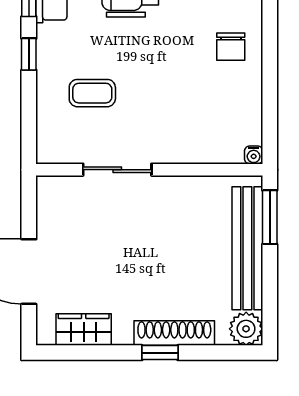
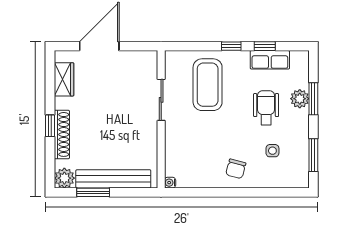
chair: (231, 47) -> (236, 169), turned -75
coffee table: (92, 93) -> (208, 85), width x1.86, depth x1.72
window: (270, 217) -> (93, 192), moved

